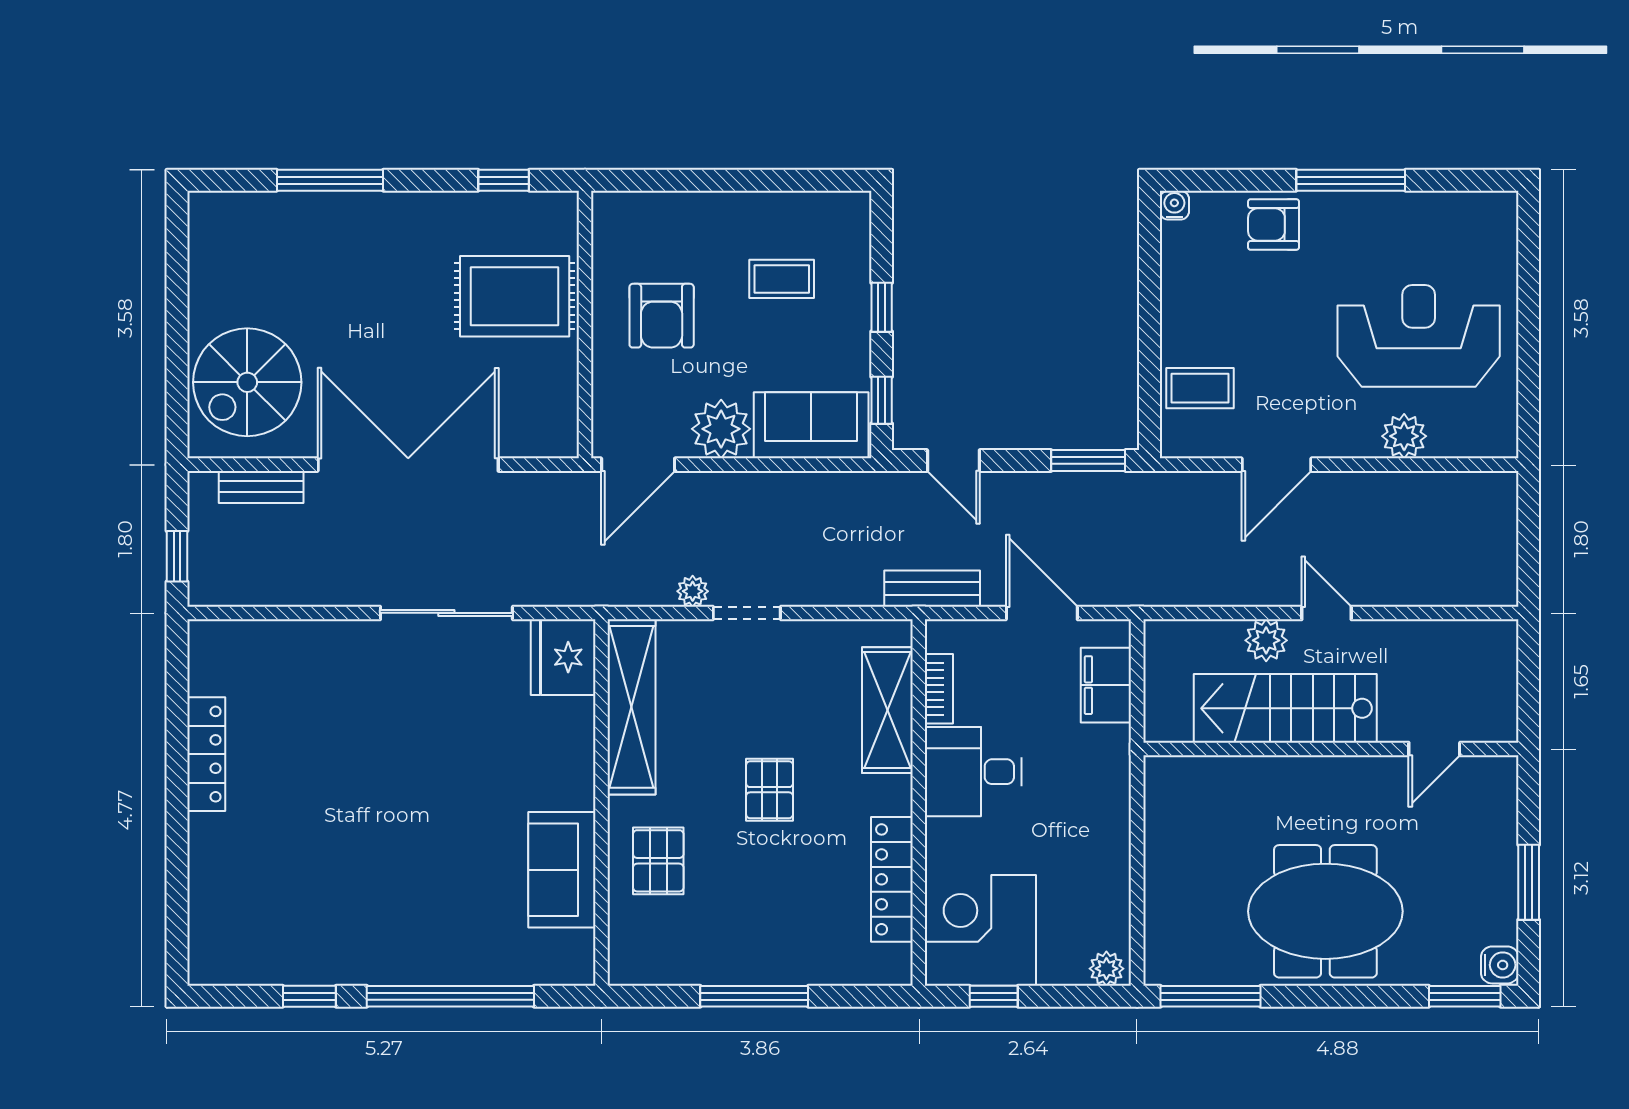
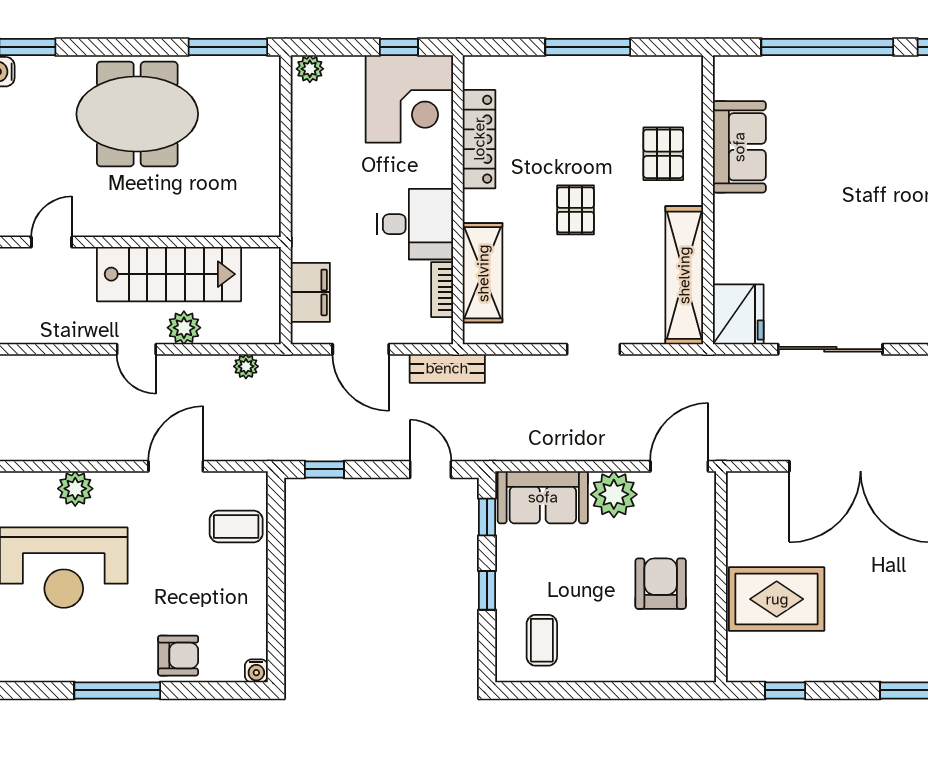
coffee table: (782, 279) -> (542, 640), moved, turned 90
window: (1088, 461) -> (324, 469), width x0.67
plant: (693, 591) -> (246, 366), moved

